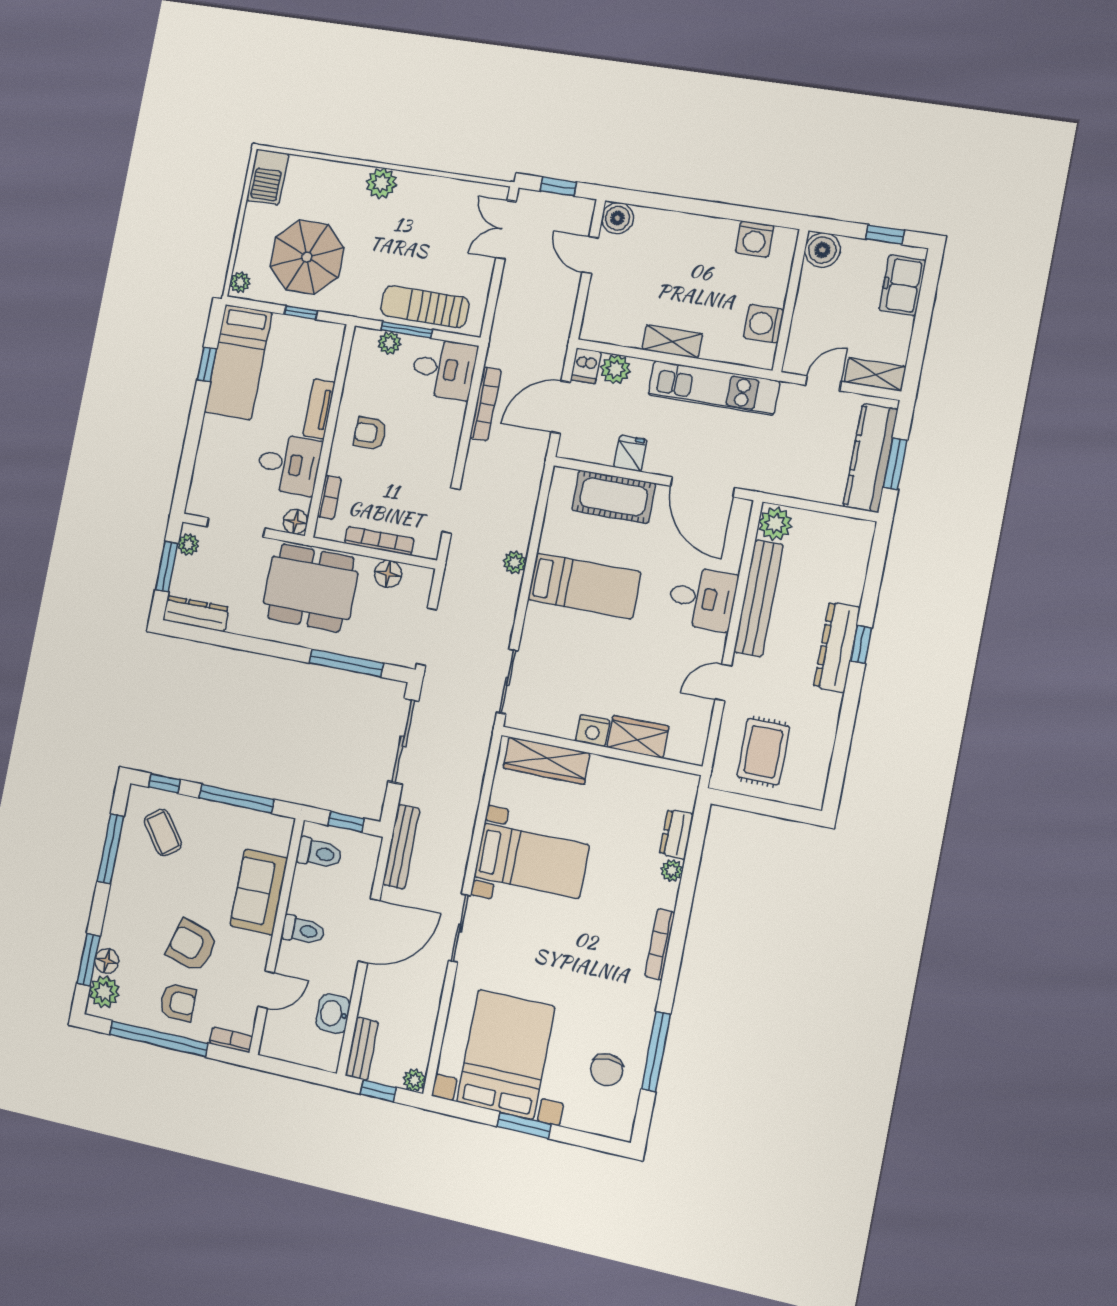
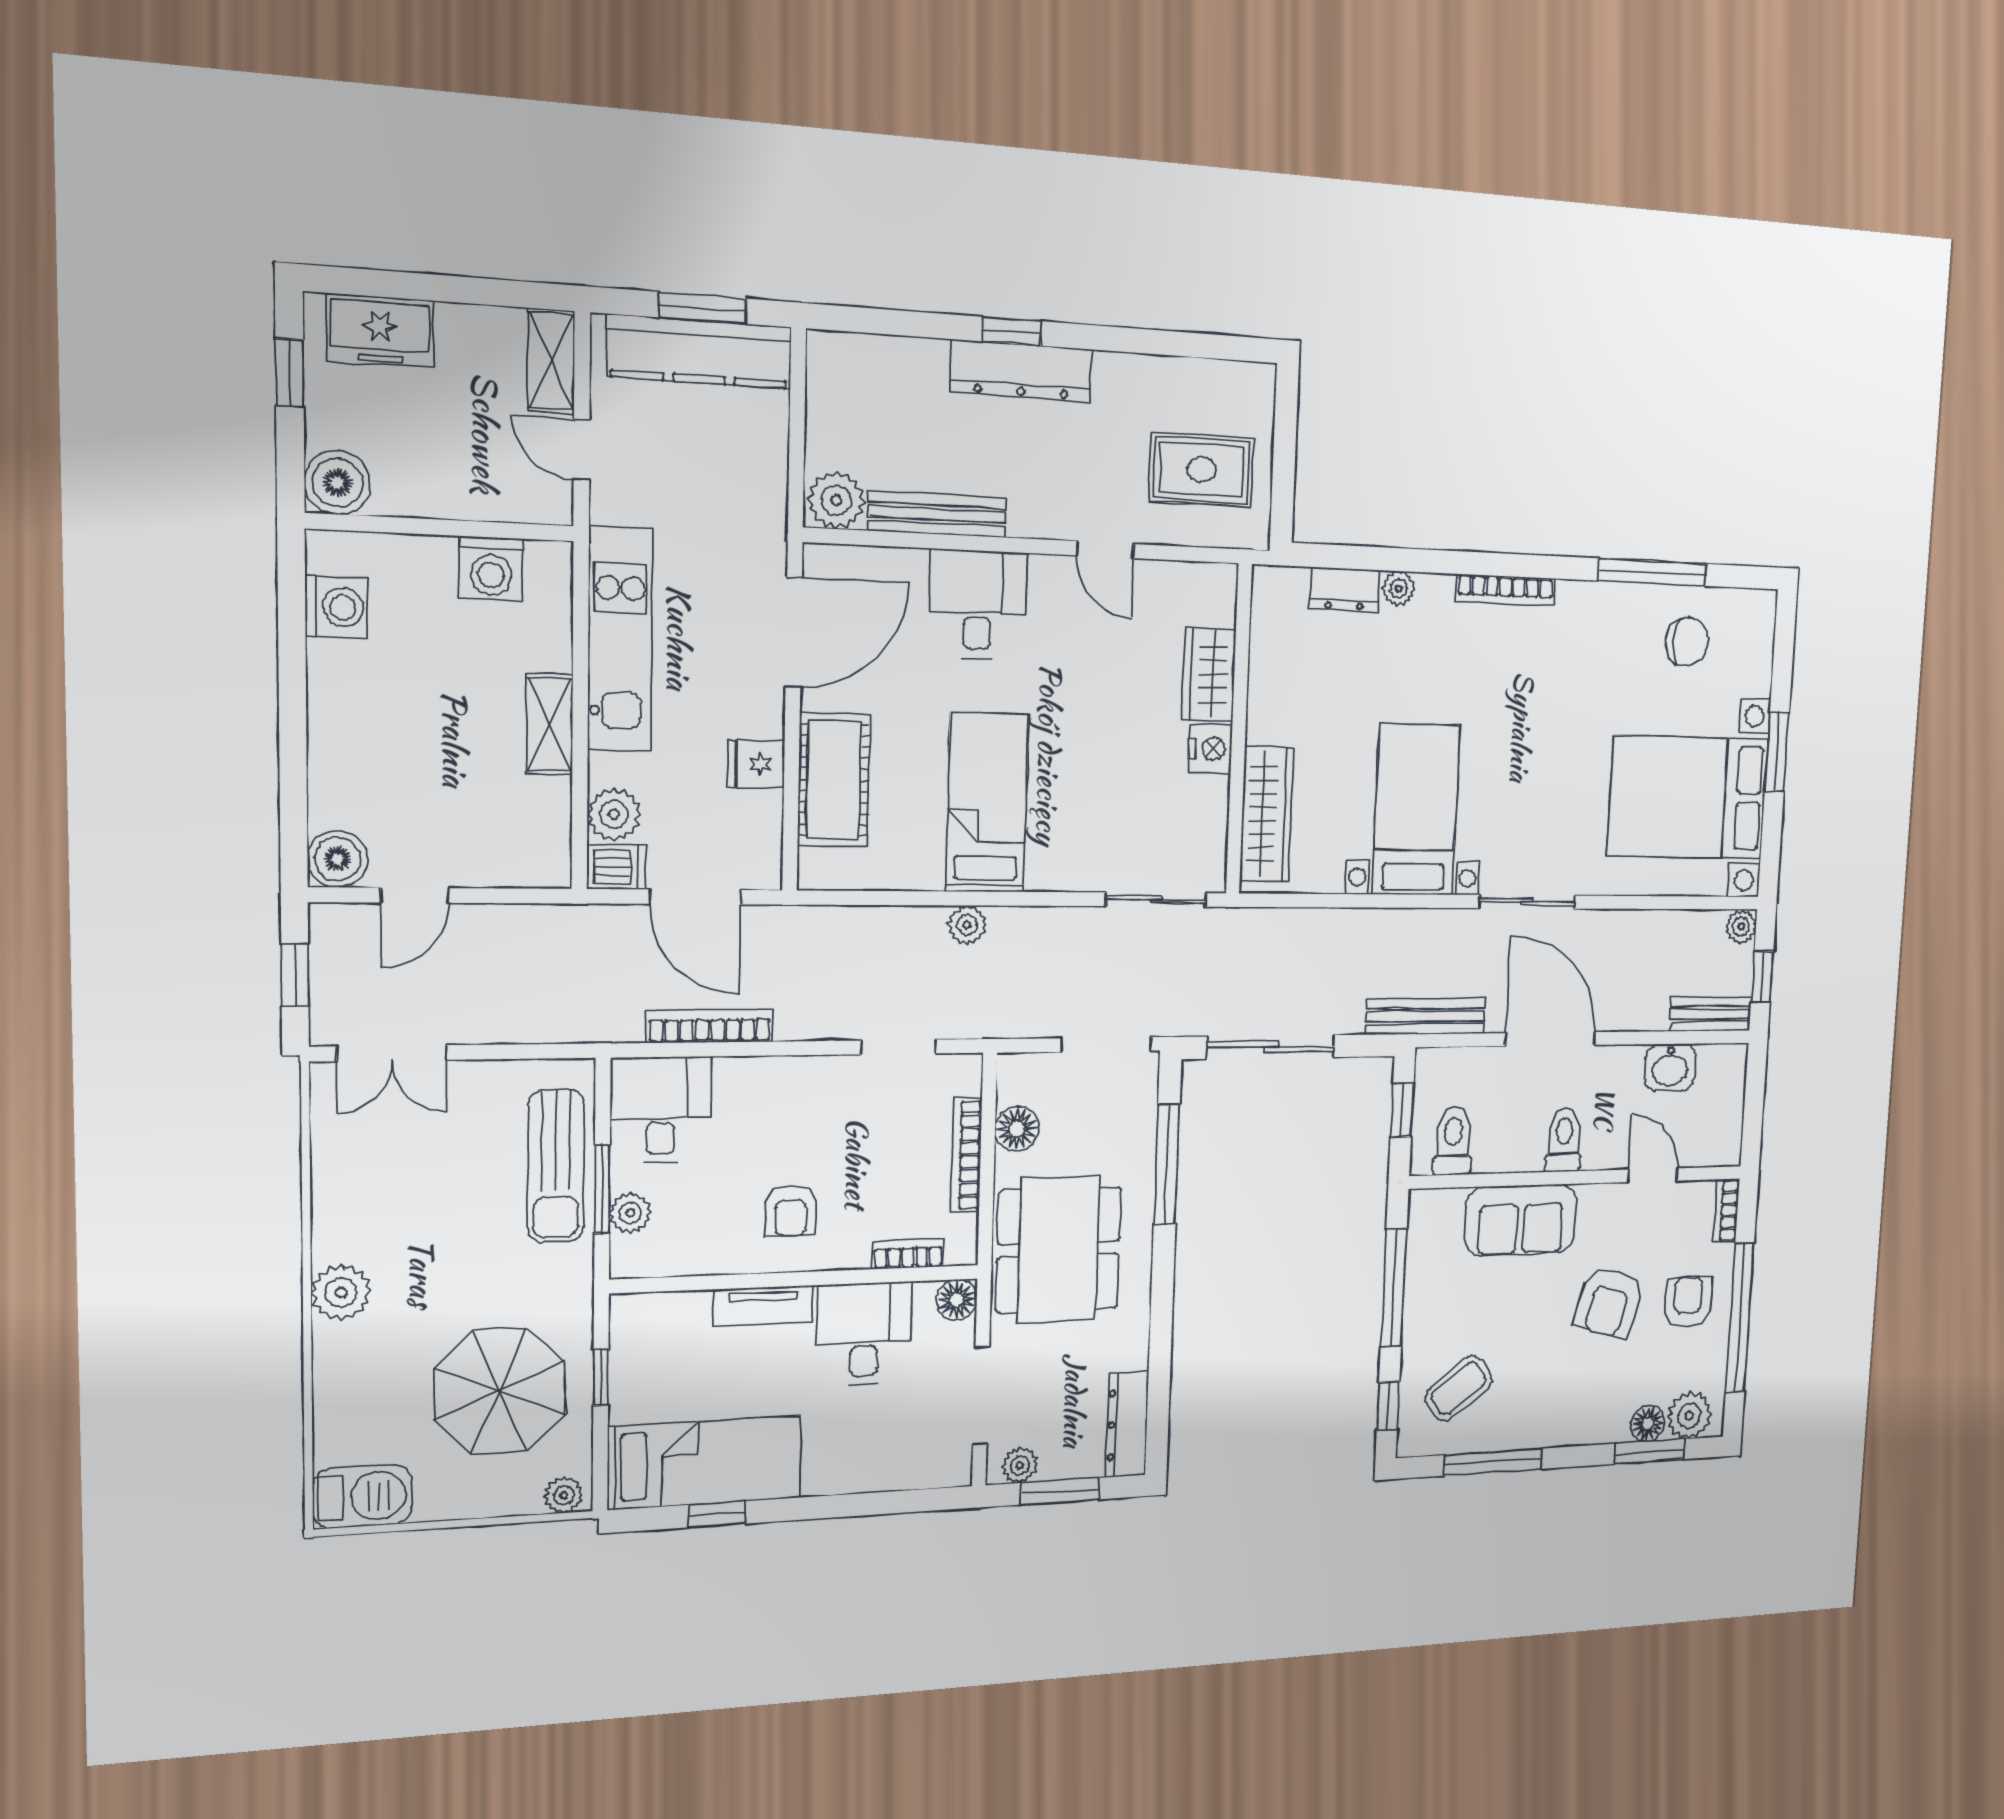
bench: (758, 598) -> (938, 514), width x0.73, depth x0.82

